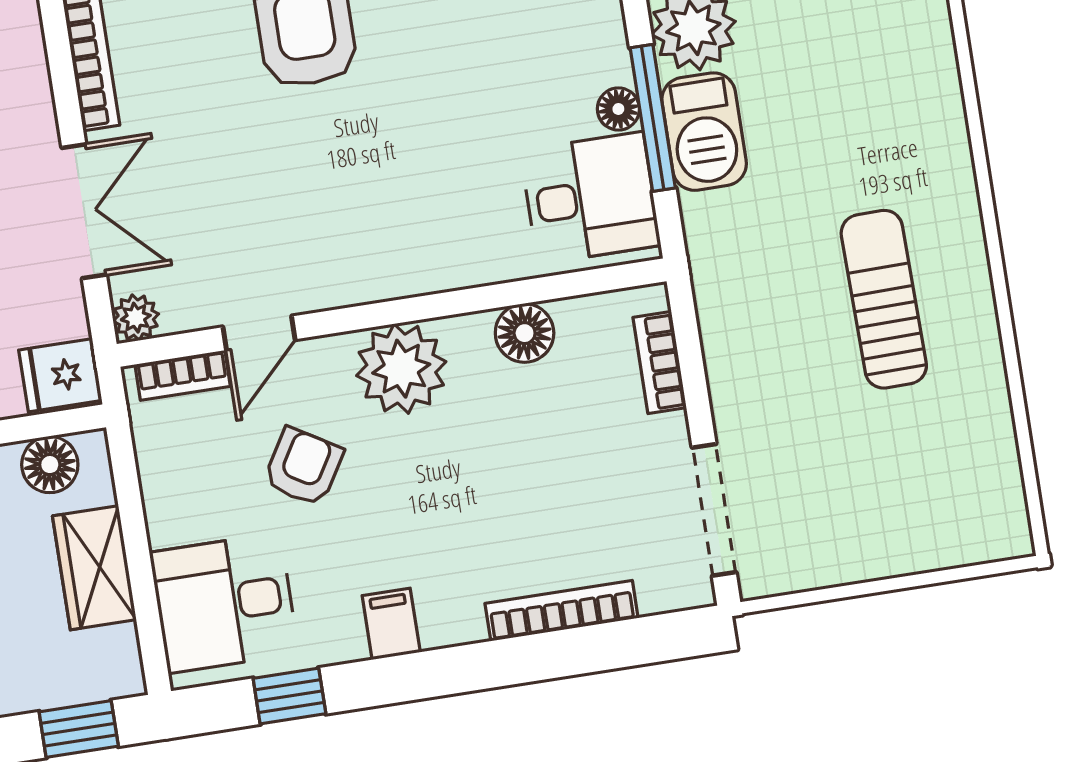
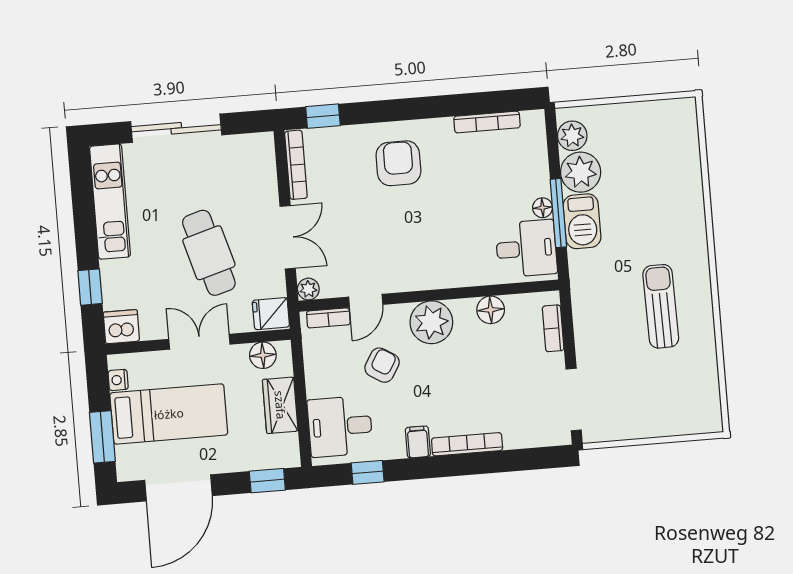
bookcase: (562, 611) -> (467, 444), moved

